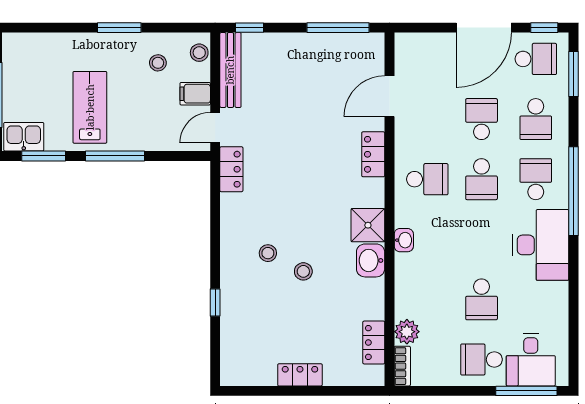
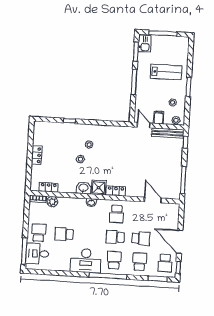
lab bench: (90, 107) -> (166, 72), moved
school desk: (536, 119) -> (139, 262), turned 90
locker: (373, 154) -> (116, 191), moved
locker: (231, 169) -> (126, 131), removed
school desk: (536, 179) -> (114, 260), turned -90

